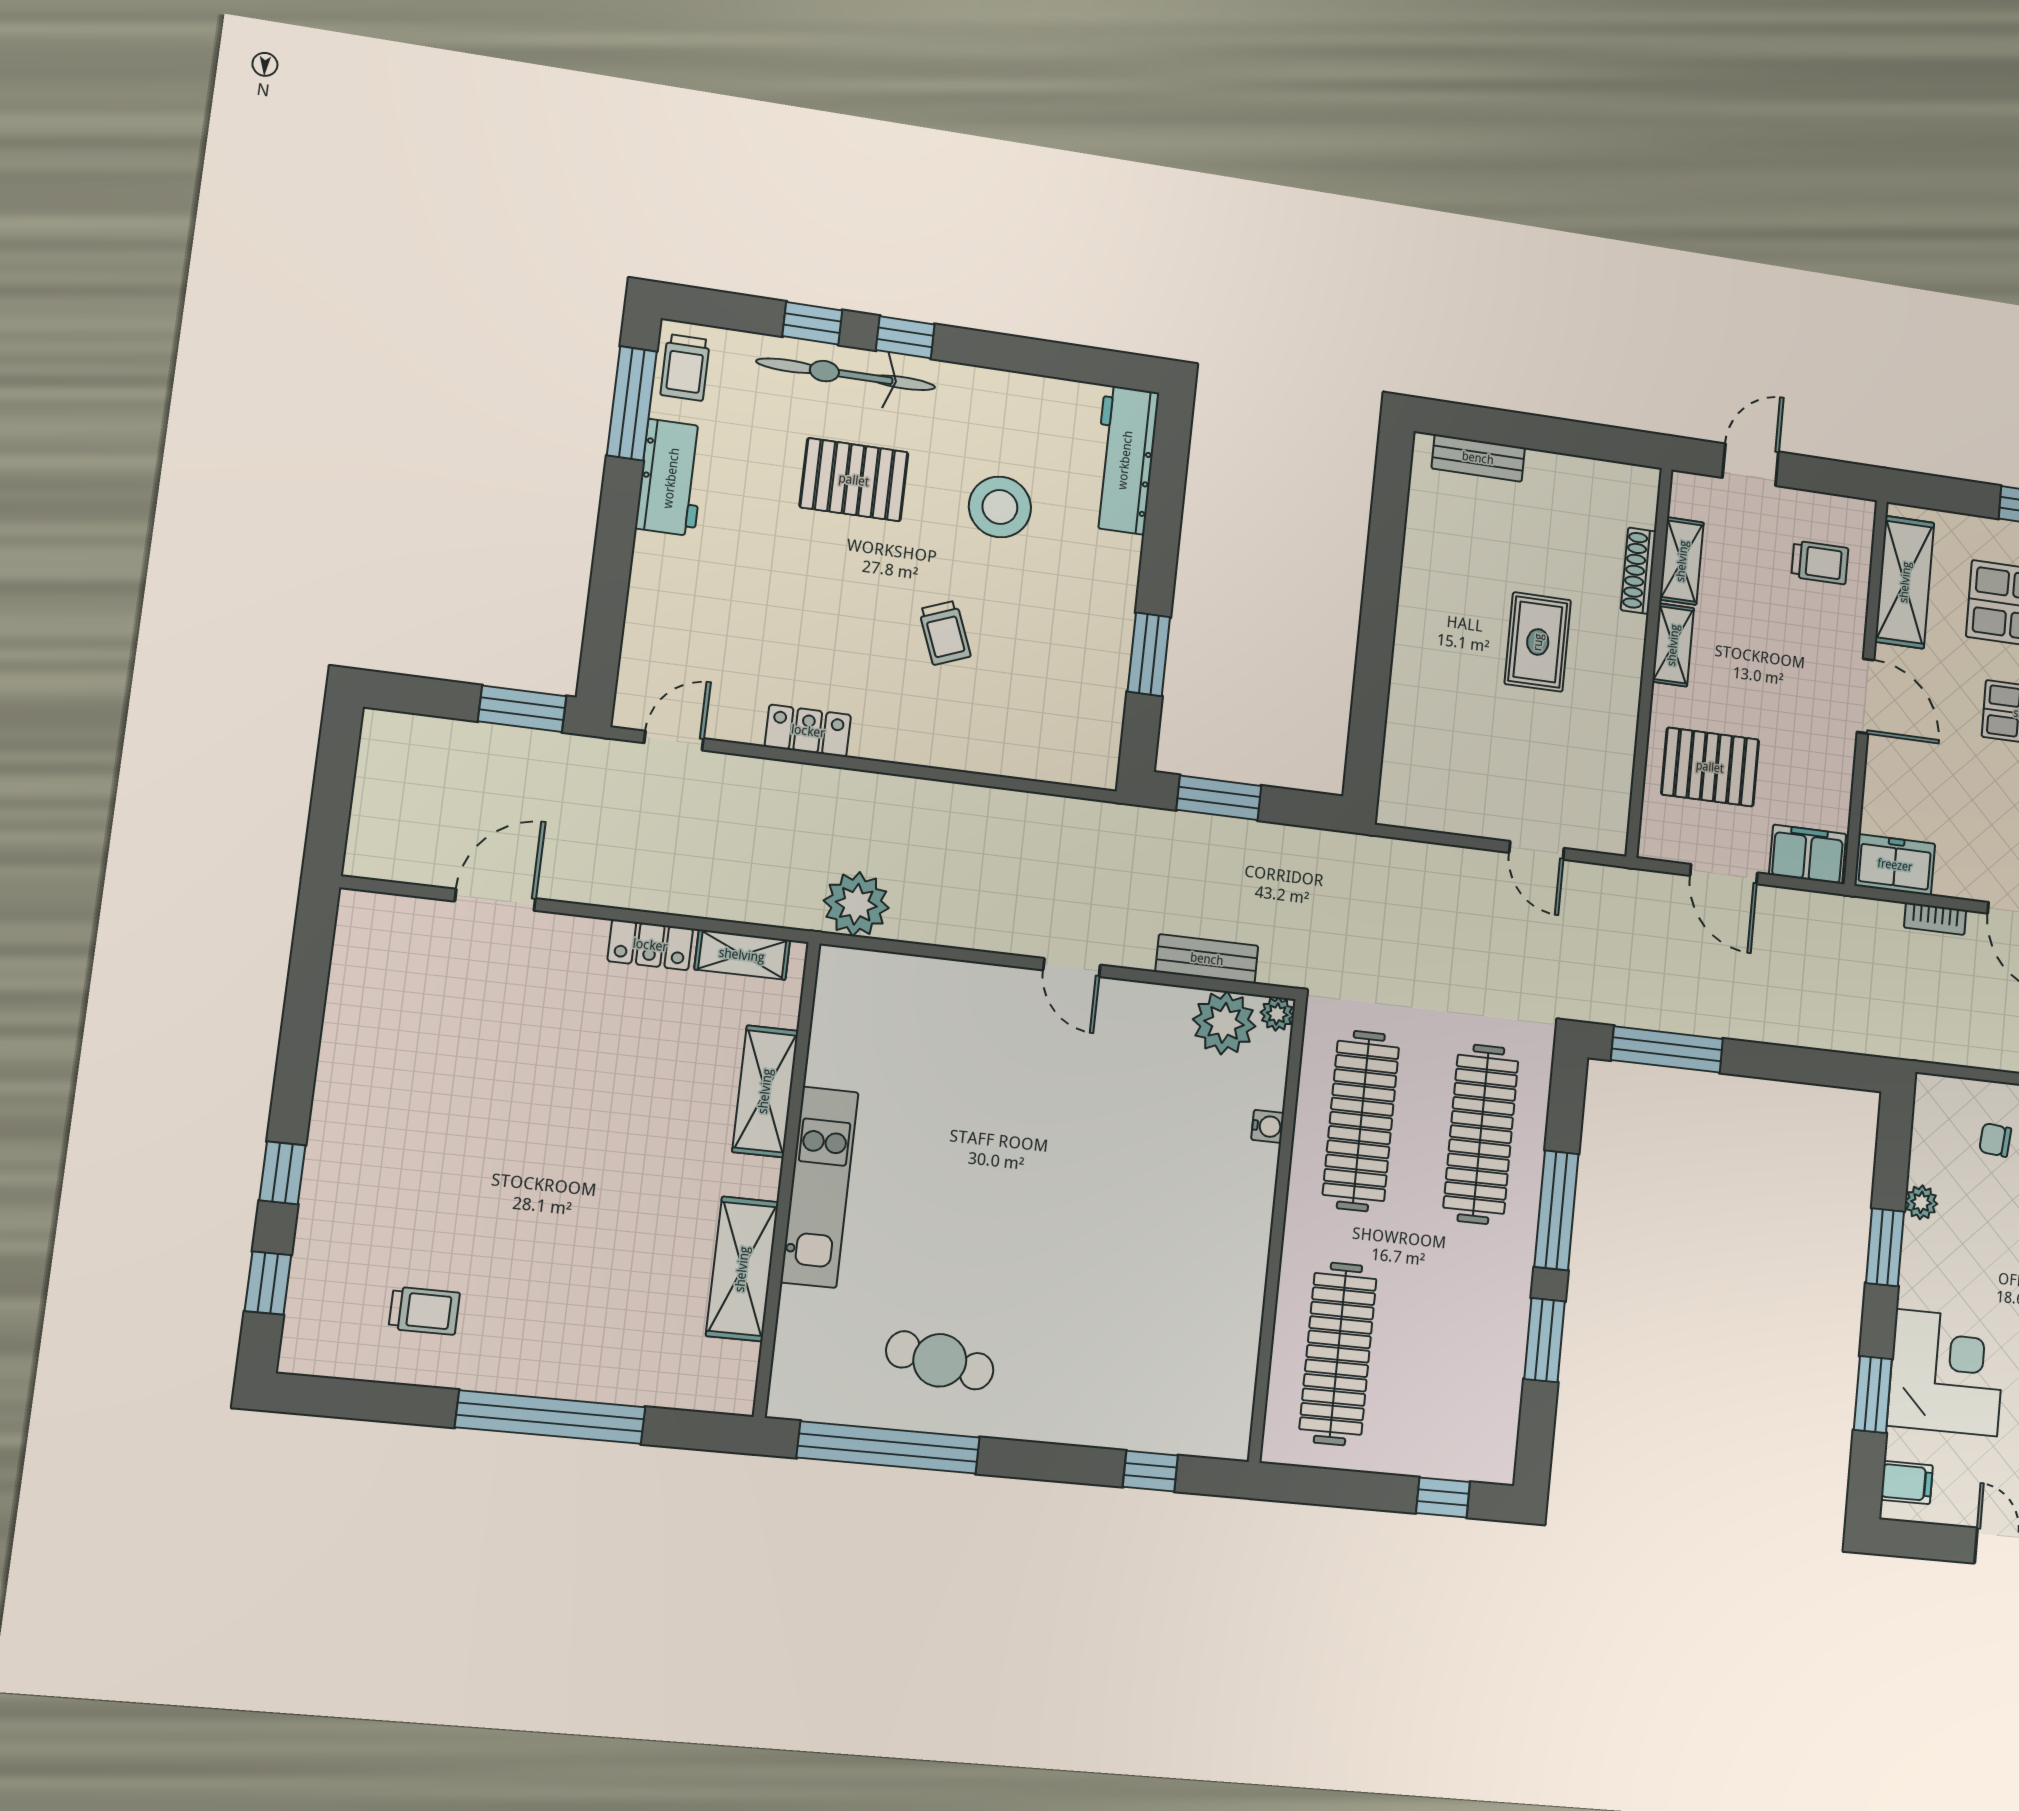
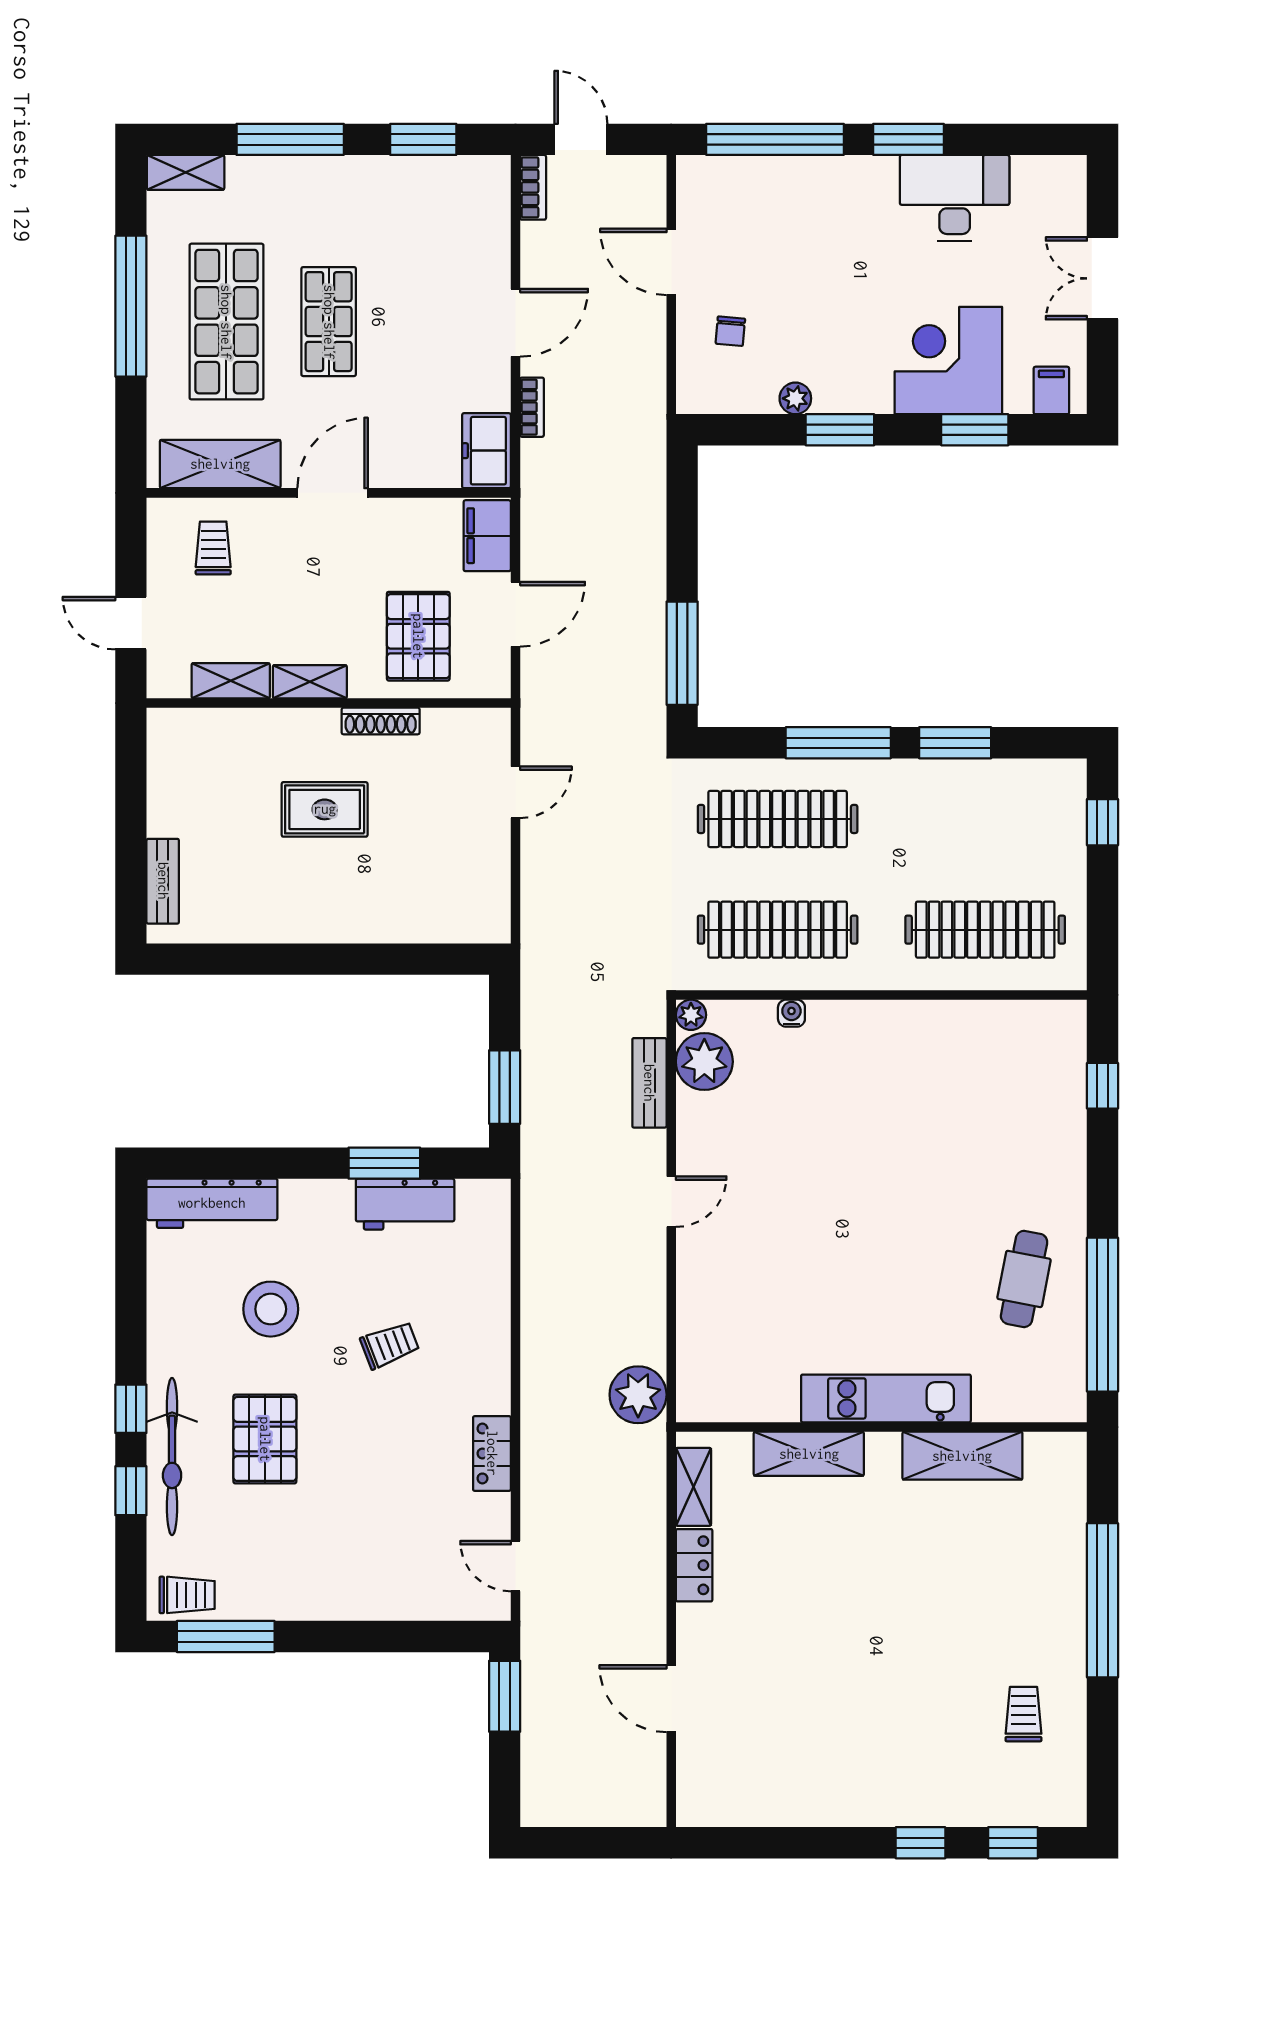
workbench: (671, 478) -> (405, 1204), moved, turned 180
shoe rack: (1638, 571) -> (381, 721), moved

